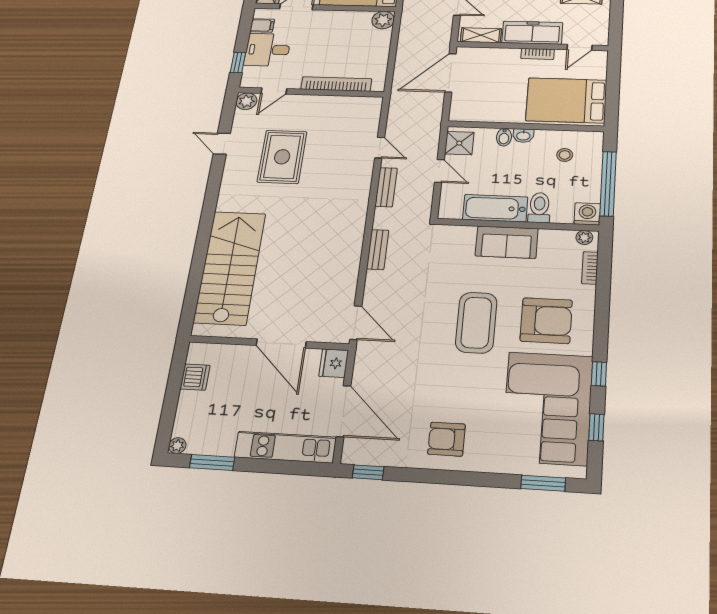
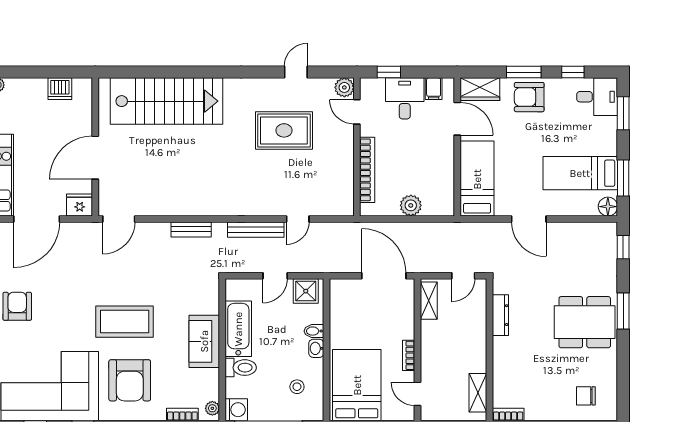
plant: (383, 20) -> (411, 205), moved
freezer: (532, 33) -> (433, 349), removed
bench: (386, 187) -> (256, 230), width x1.36

